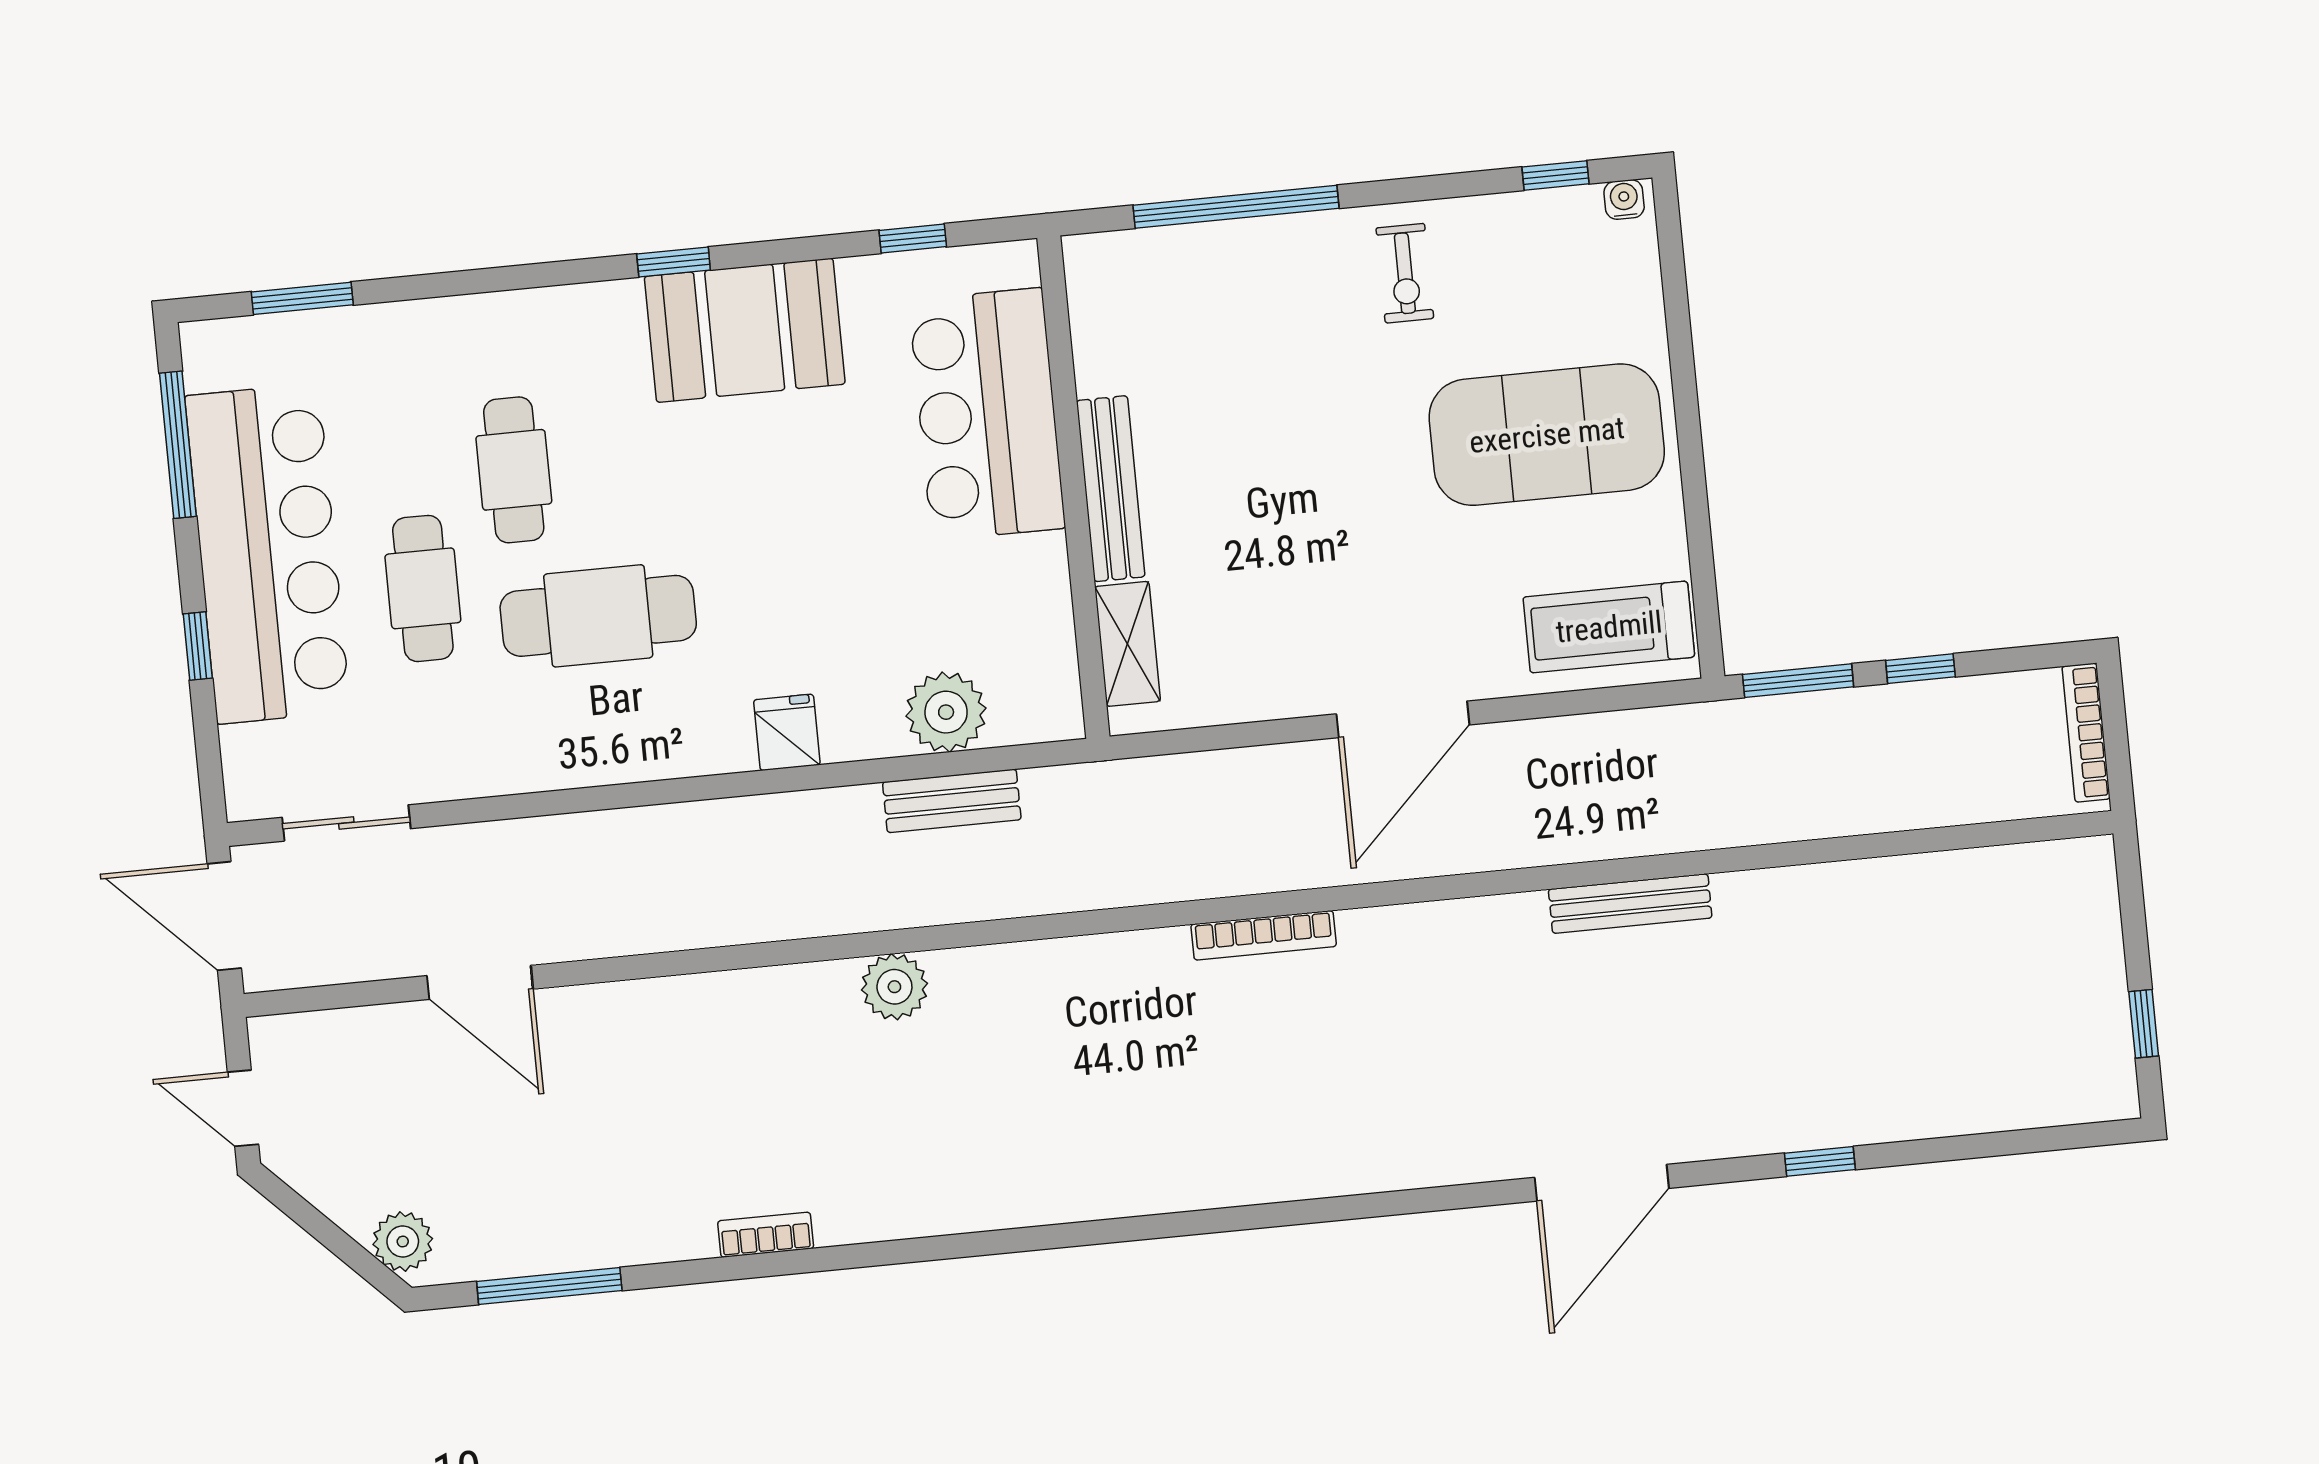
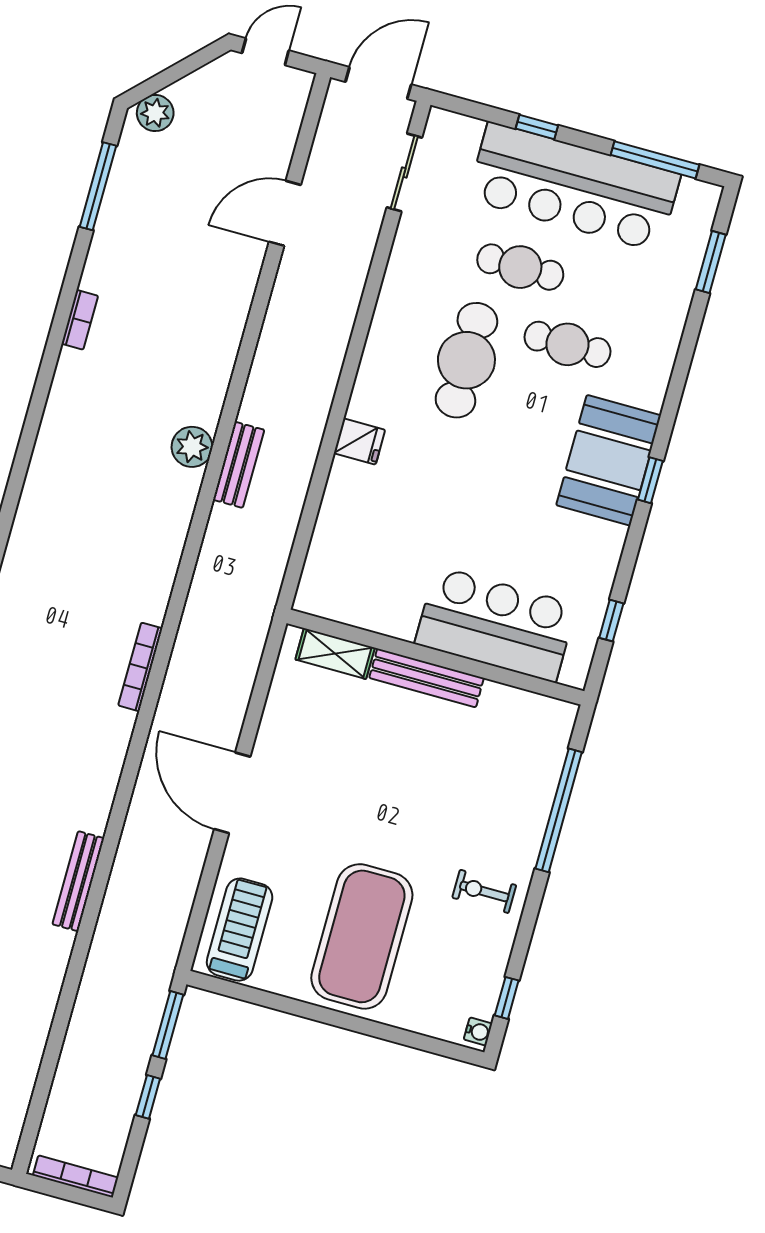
booth: (745, 330) -> (609, 460), moved
plant: (946, 712) -> (336, 536), removed
bench: (952, 801) -> (239, 465), moved

